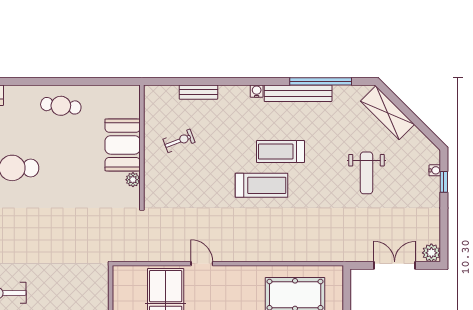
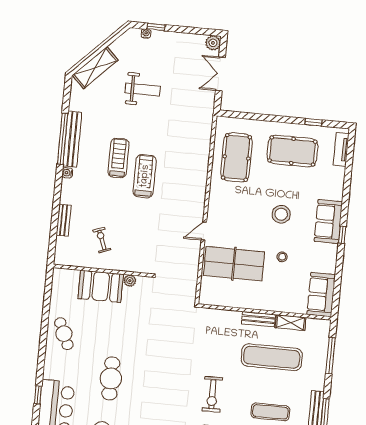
window: (321, 81) -> (63, 139), moved
cafe table: (61, 106) -> (64, 334), turned -31
treadmill: (280, 152) -> (118, 158), turned 180

